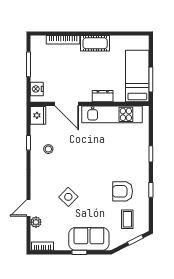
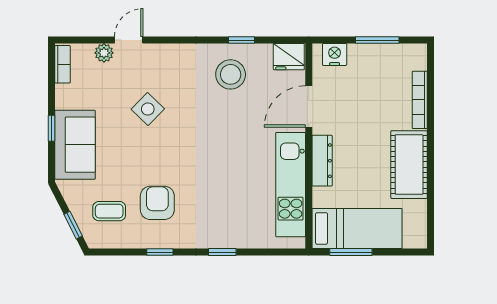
cot: (95, 43) -> (409, 165), width x1.37, depth x1.34
dresser: (103, 96) -> (322, 161), width x1.44
stool: (48, 149) -> (231, 74), width x1.89, depth x1.89
door: (28, 208) -> (129, 40), hinge flipped

